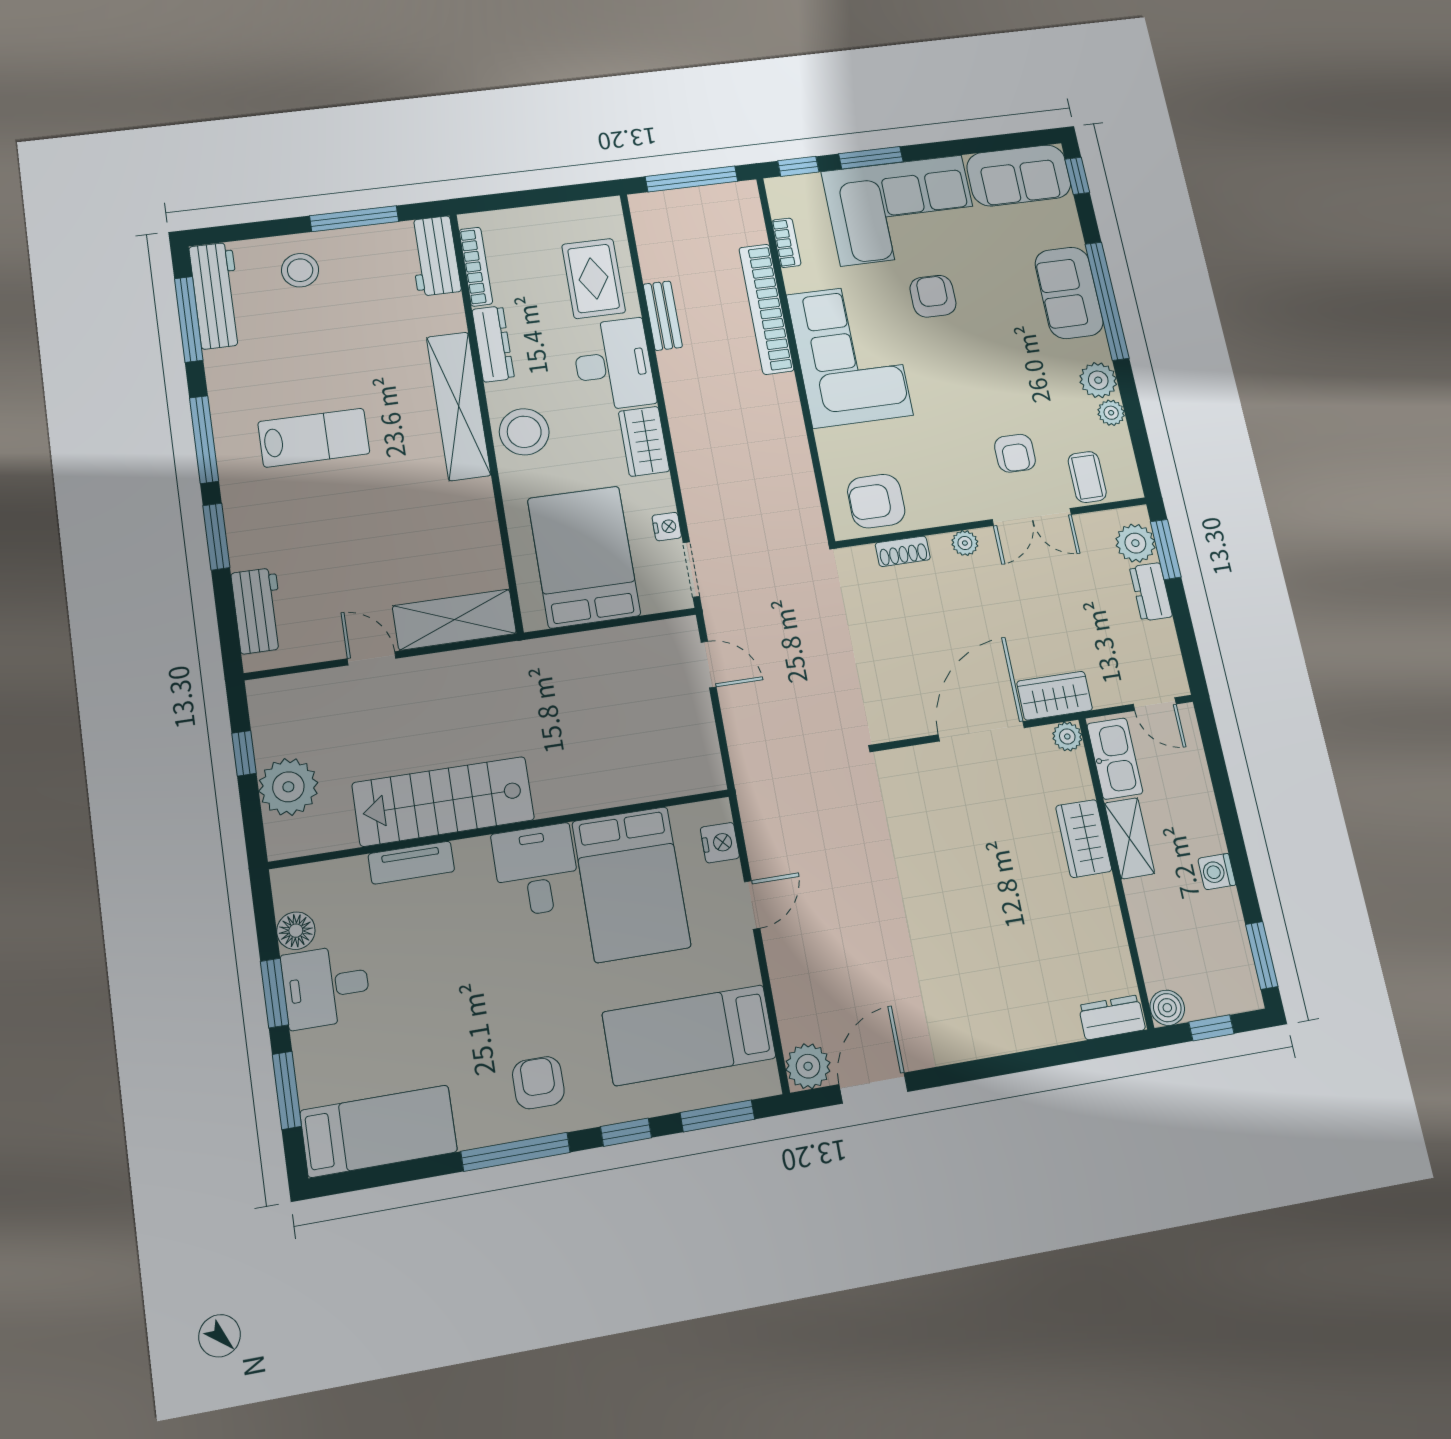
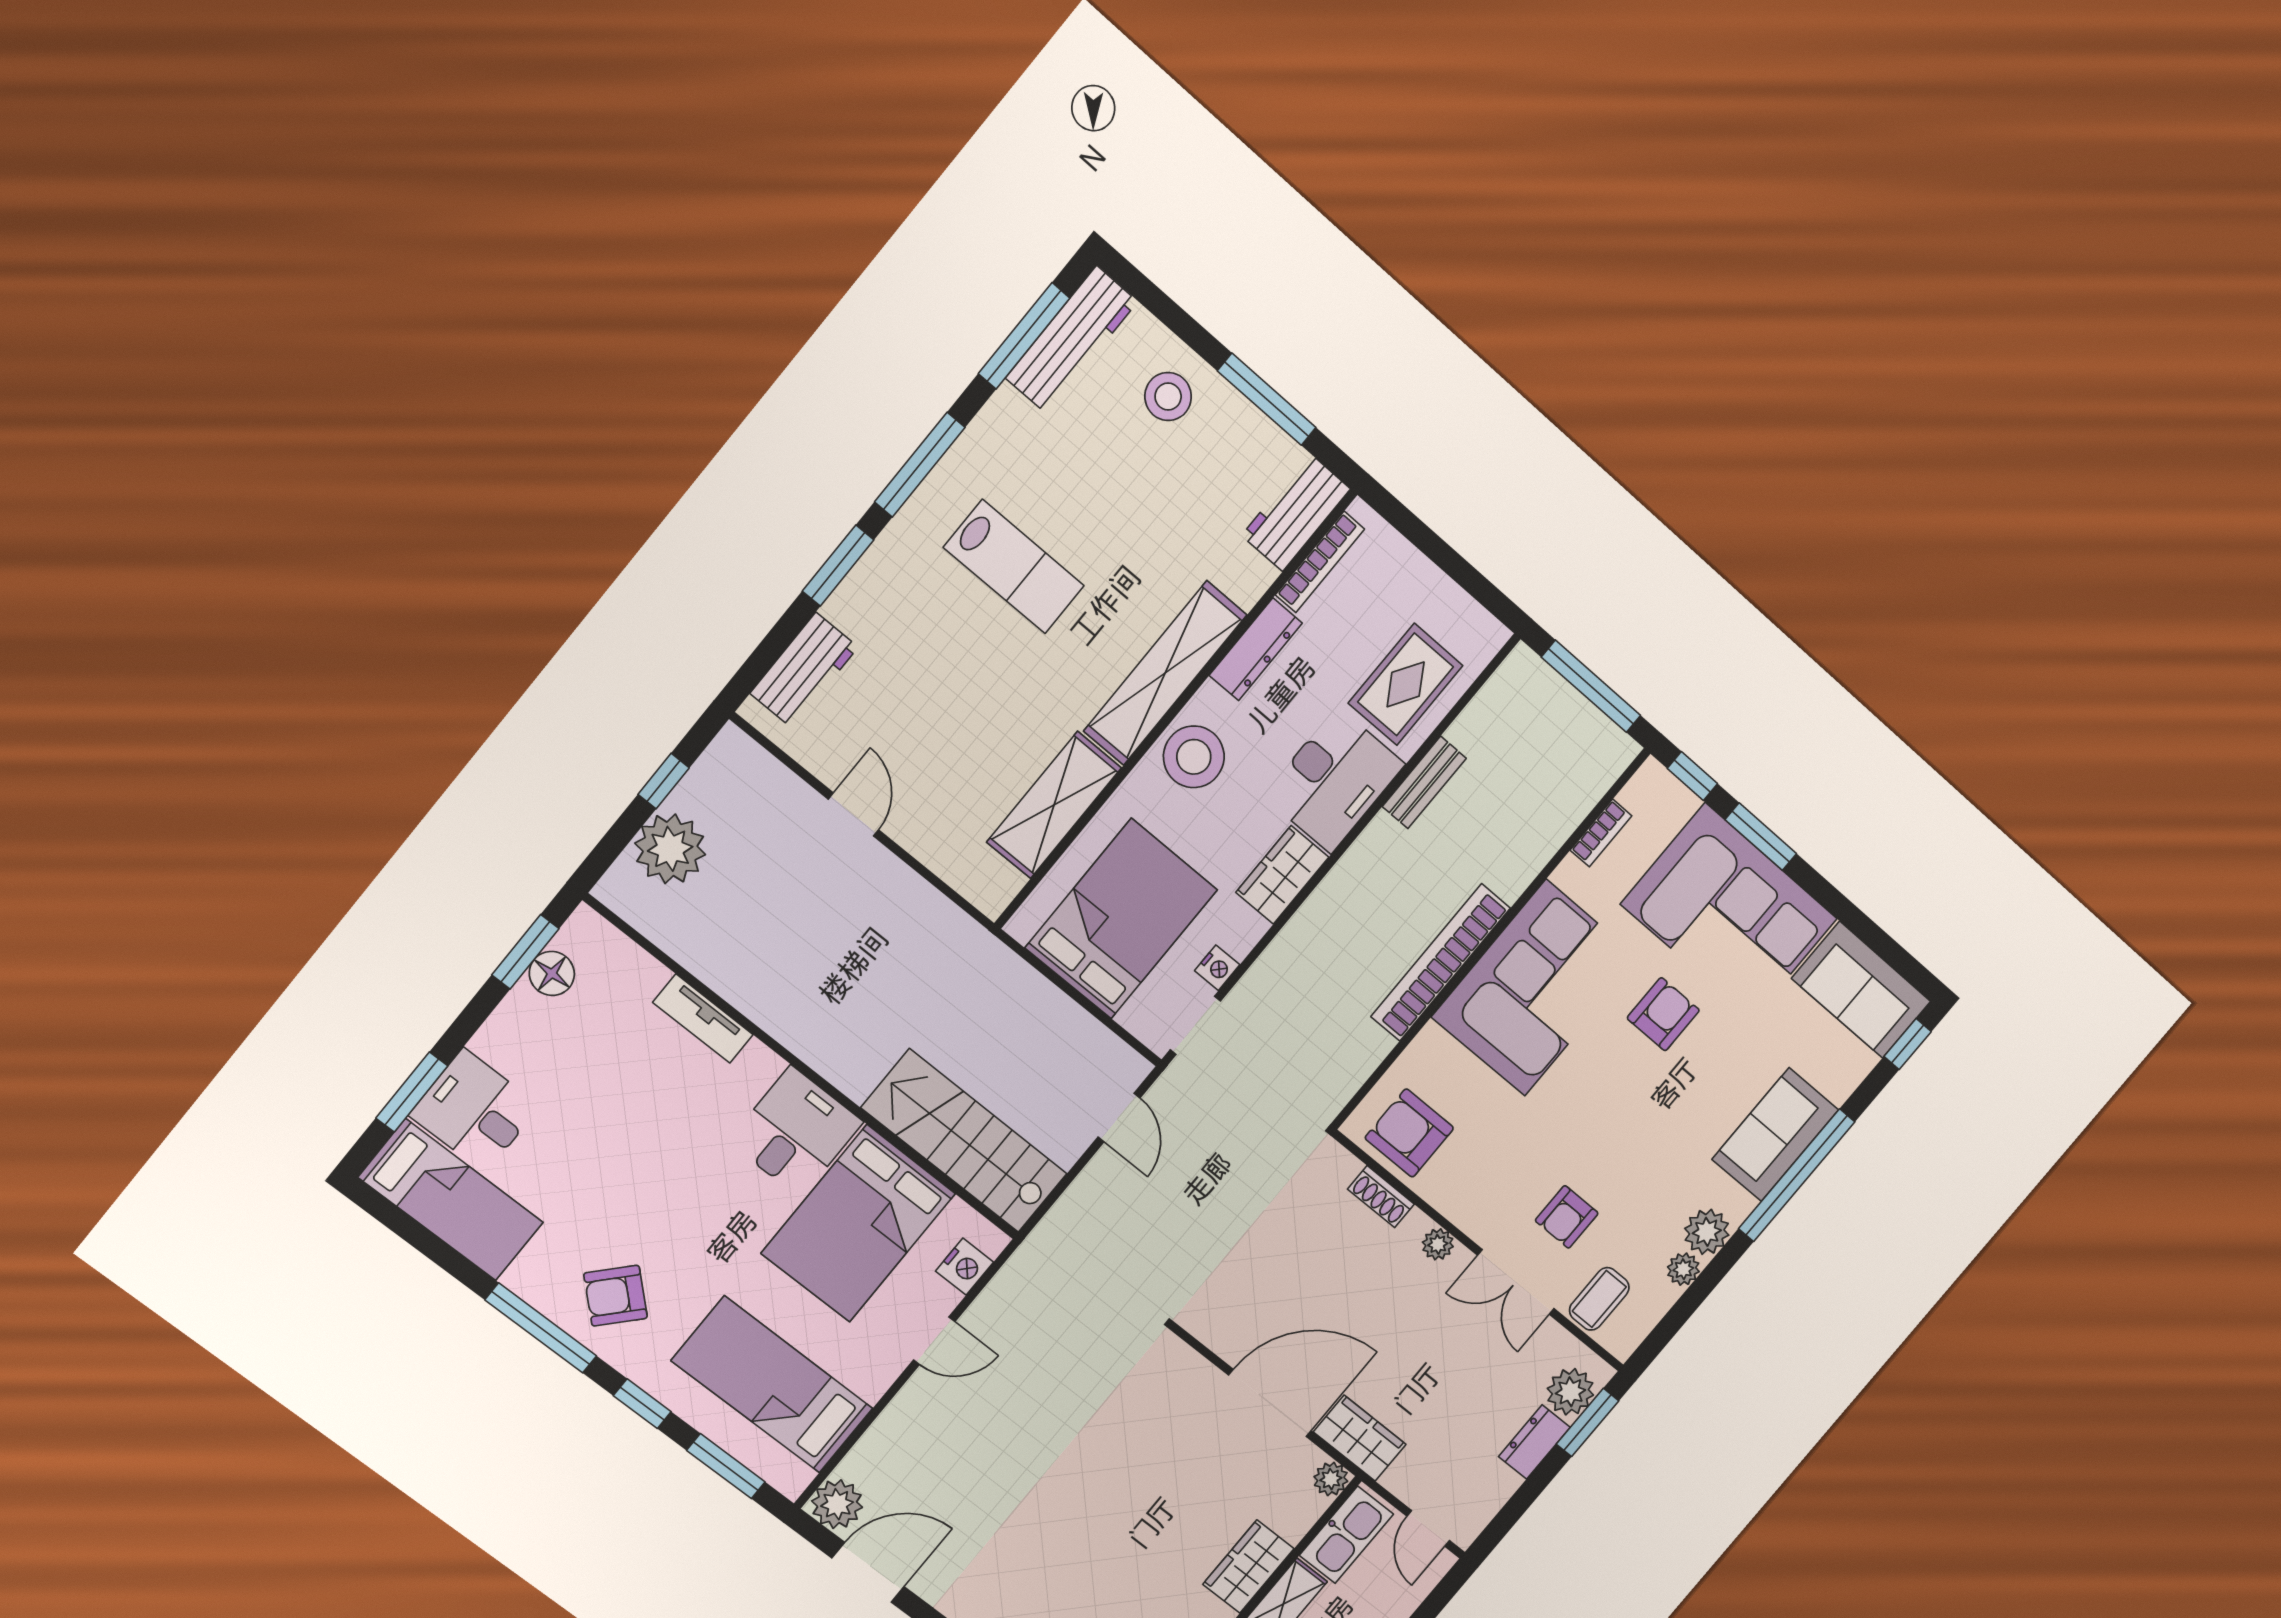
bookcase: (766, 309) -> (1441, 962), moved
shelving: (454, 620) -> (1054, 805), moved, turned 90
stairs: (443, 801) -> (964, 1141), moved
desk: (326, 987) -> (475, 1111), moved
window: (274, 993) -> (525, 952), moved
armchair: (538, 1083) -> (616, 1296), turned -137

